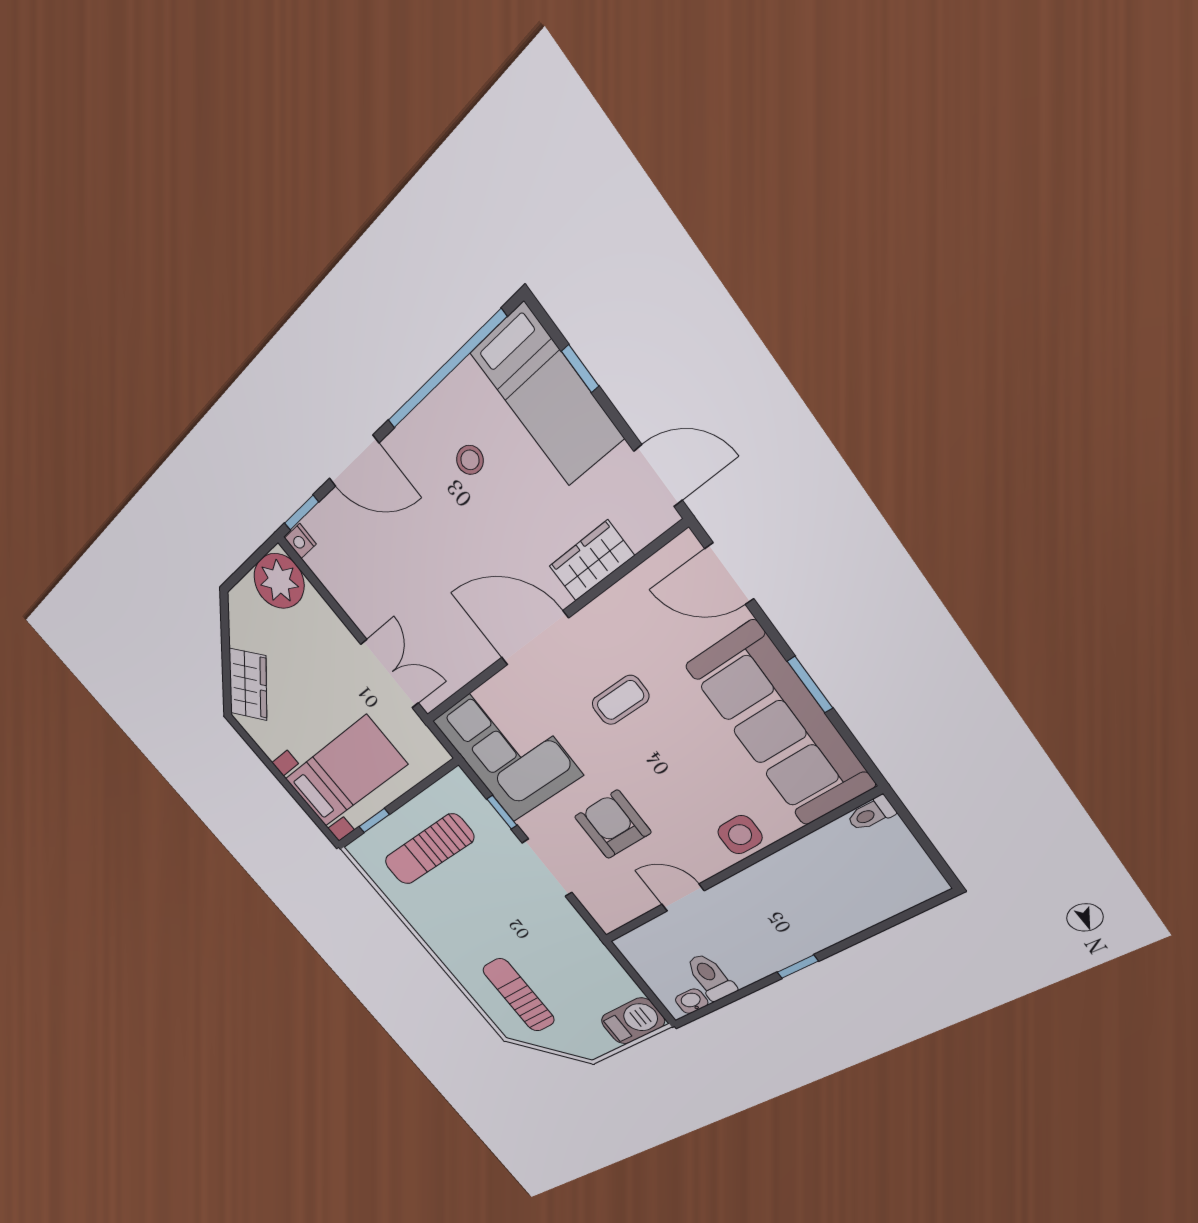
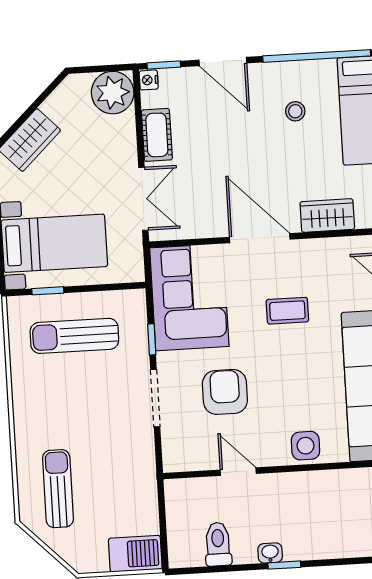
cot: (352, 596) -> (157, 135), added
washbasin: (692, 1001) -> (270, 553), moved

